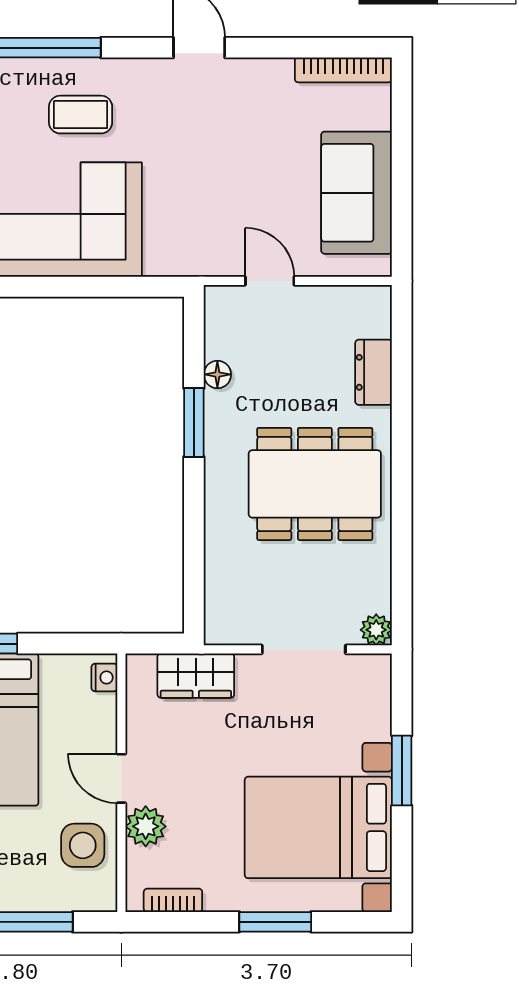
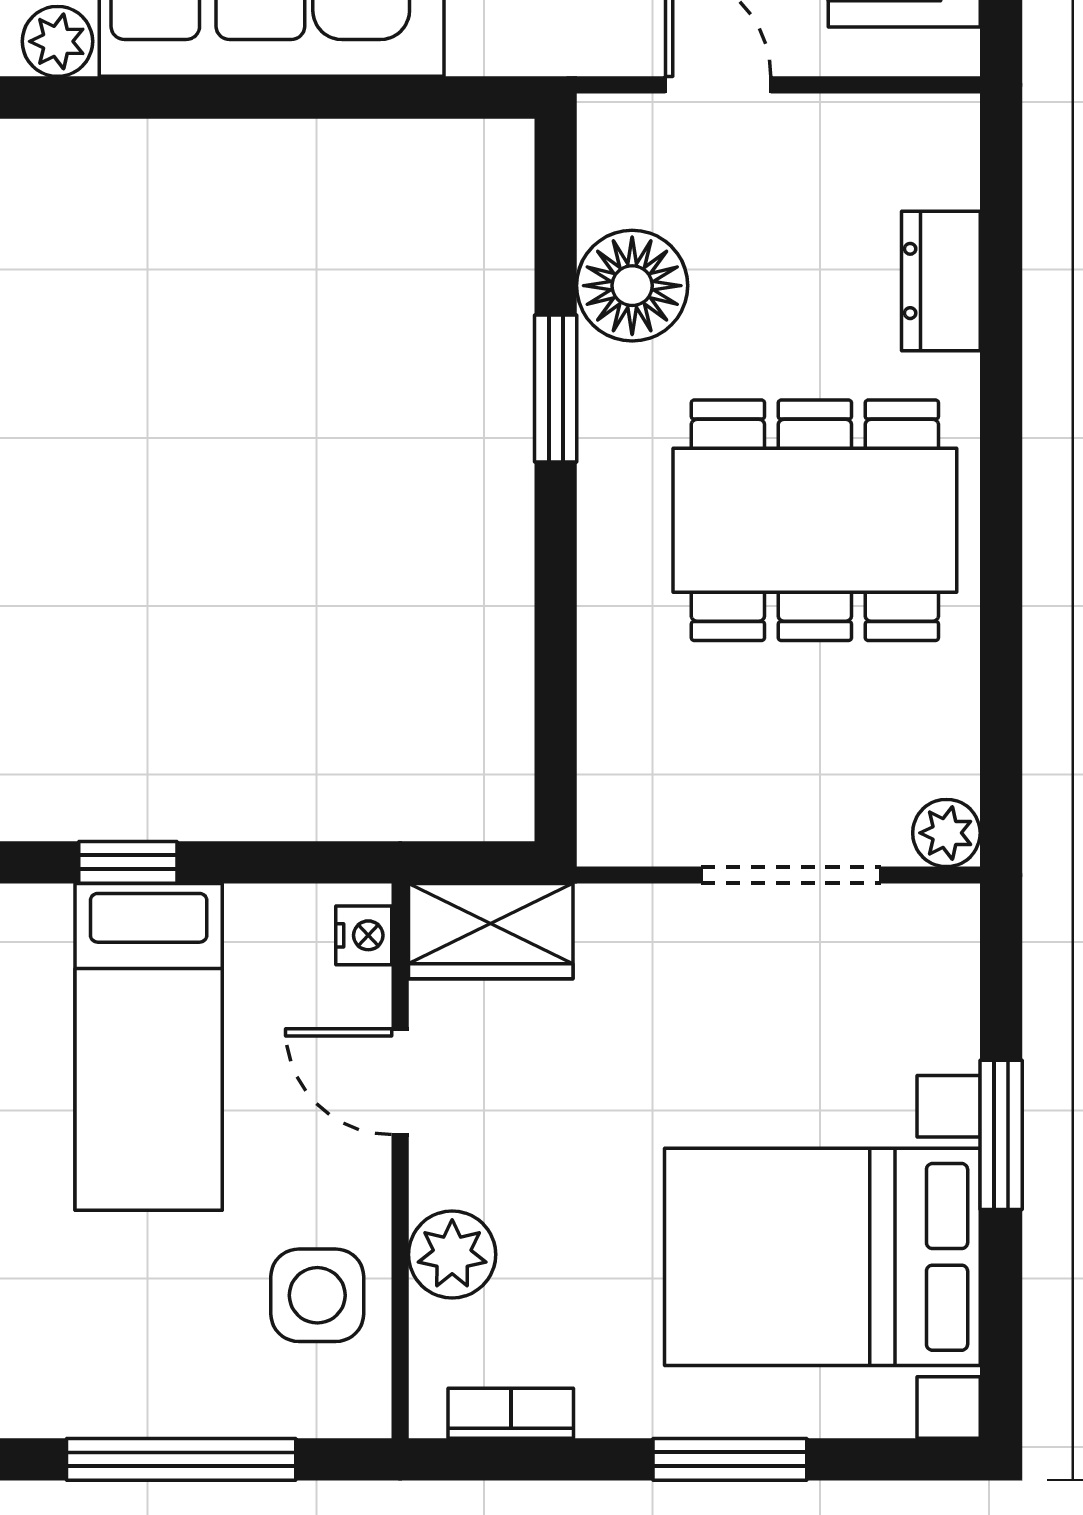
floor lamp: (217, 374) -> (632, 286), width x1.89, depth x1.89
wardrobe: (196, 676) -> (491, 931), moved
door: (121, 778) -> (400, 1082), moved

